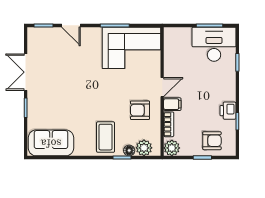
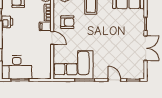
door: (162, 87) -> (52, 38), swing flipped

